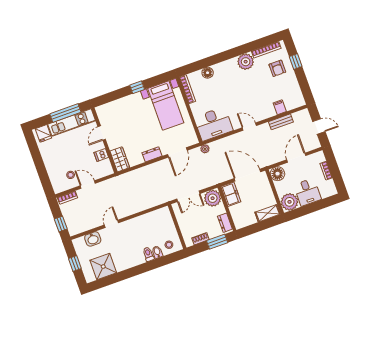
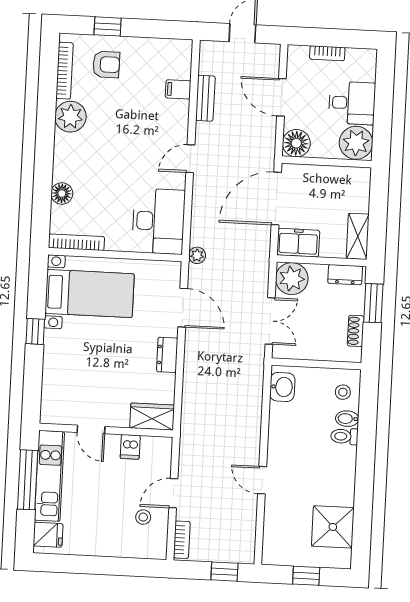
shelving: (268, 213) -> (358, 236), moved
washbasin: (93, 239) -> (282, 387), moved

